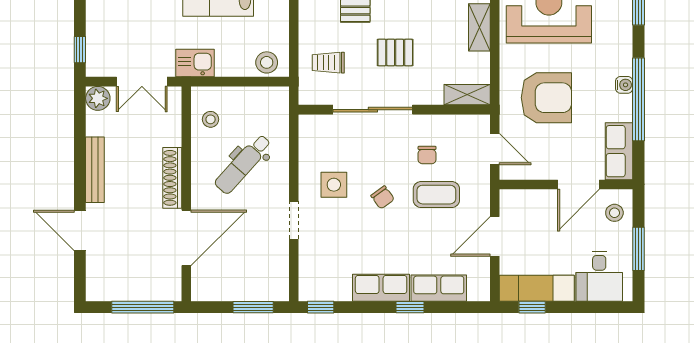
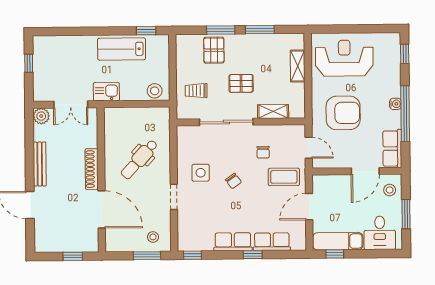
window: (80, 50) -> (29, 63), moved
shelving: (467, 95) -> (273, 111), moved
stool: (211, 119) -> (153, 237), moved
coffee table: (436, 195) -> (284, 177), moved
door: (186, 238) -> (102, 209), hinge flipped
window: (143, 307) -> (73, 256), width x0.46

